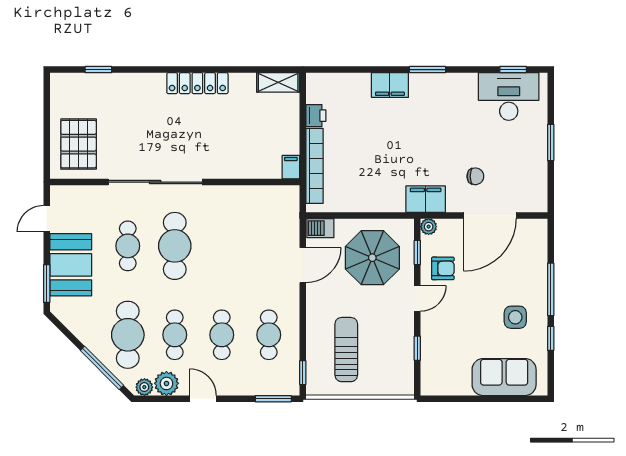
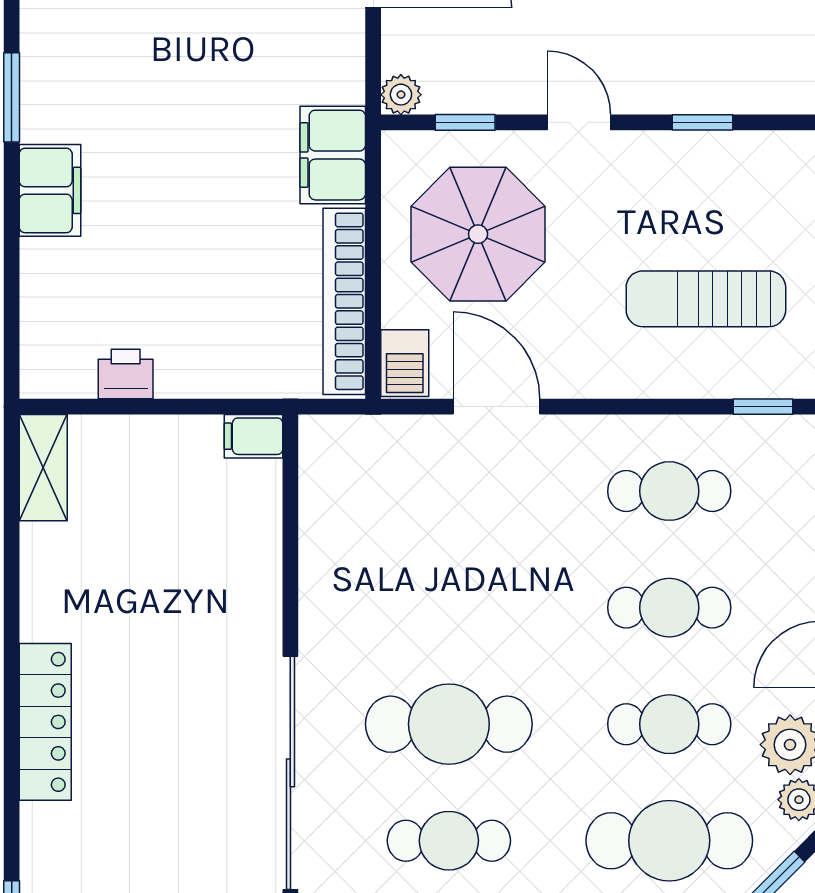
locker: (197, 83) -> (45, 722), moved
bookcase: (314, 166) -> (344, 301), moved, turned -90
filing cabinet: (426, 199) -> (333, 155), moved
armchair: (443, 268) -> (505, 59), removed

